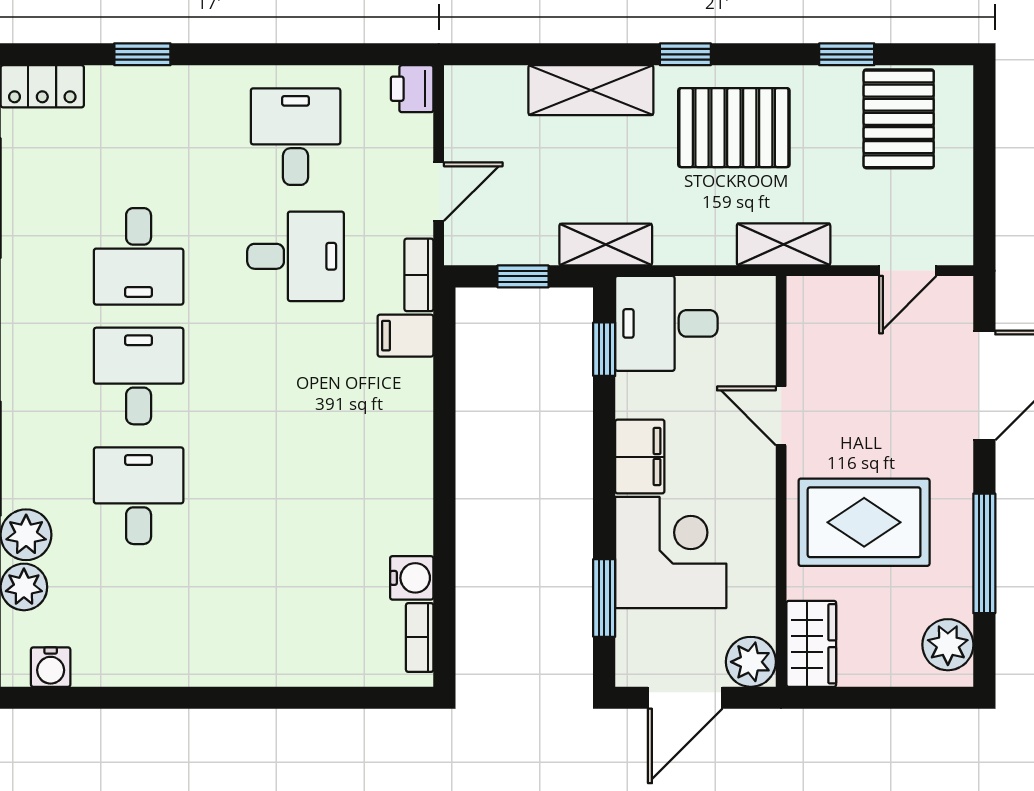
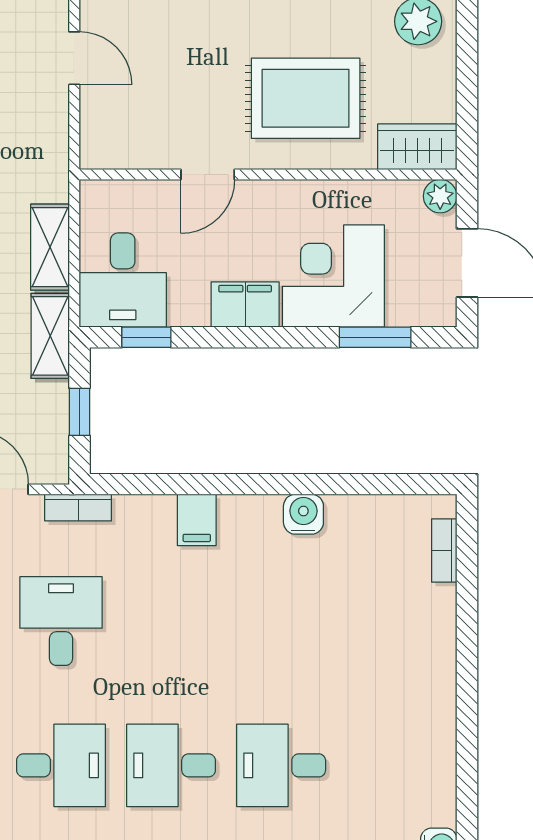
shelving: (784, 244) -> (50, 247), moved
filing cabinet: (405, 336) -> (197, 520), moved
rug: (864, 522) -> (306, 98), turned 90
water cooler: (412, 578) -> (303, 514), moved
bookcase: (420, 637) -> (444, 550), moved, turned 90
plant: (751, 662) -> (440, 196), width x0.73, depth x0.73

